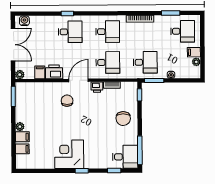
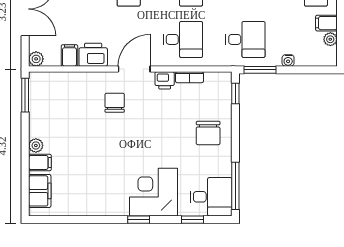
filing cabinet: (22, 149) -> (40, 191), width x2.00
corner desk: (69, 154) -> (153, 192), moved

